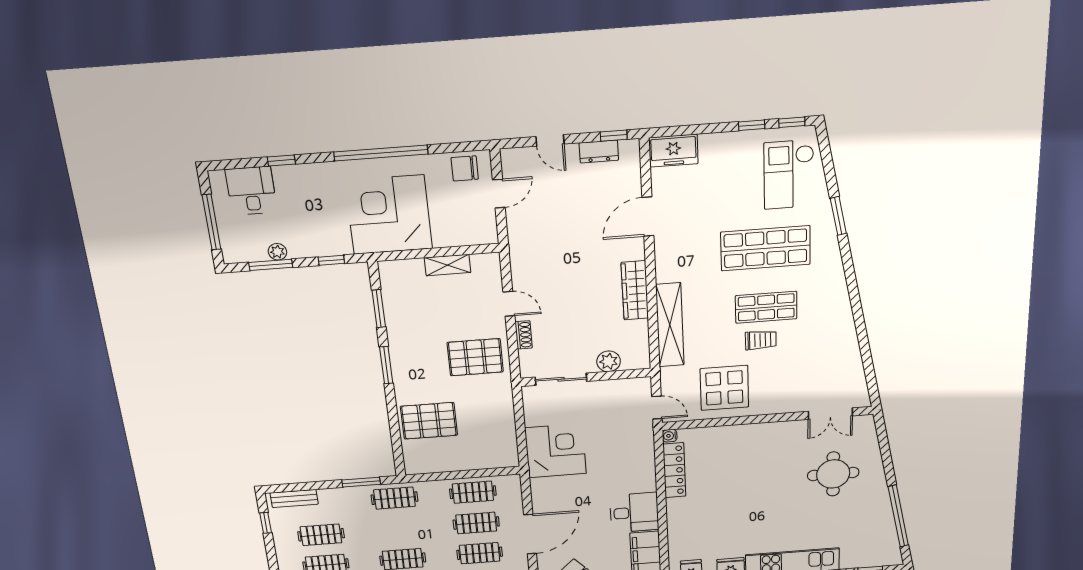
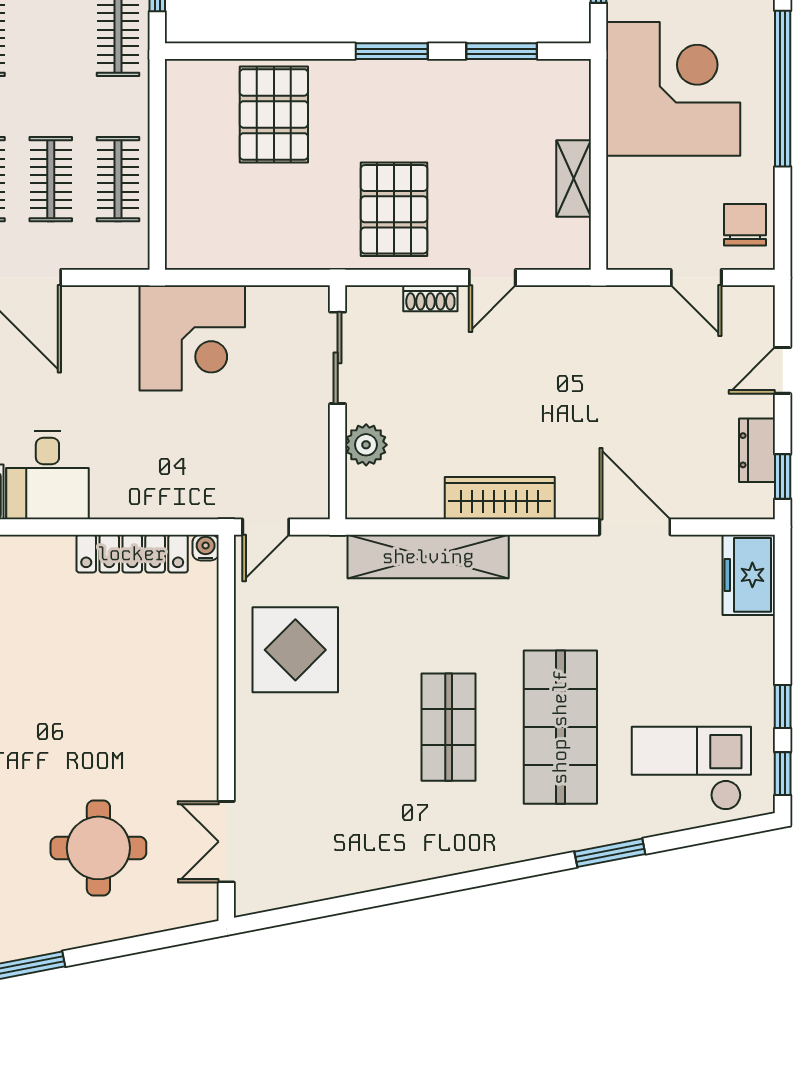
trolley: (761, 340) -> (385, 717), removed

